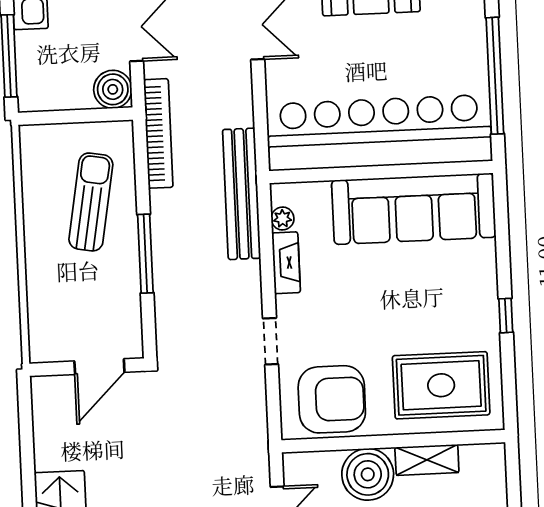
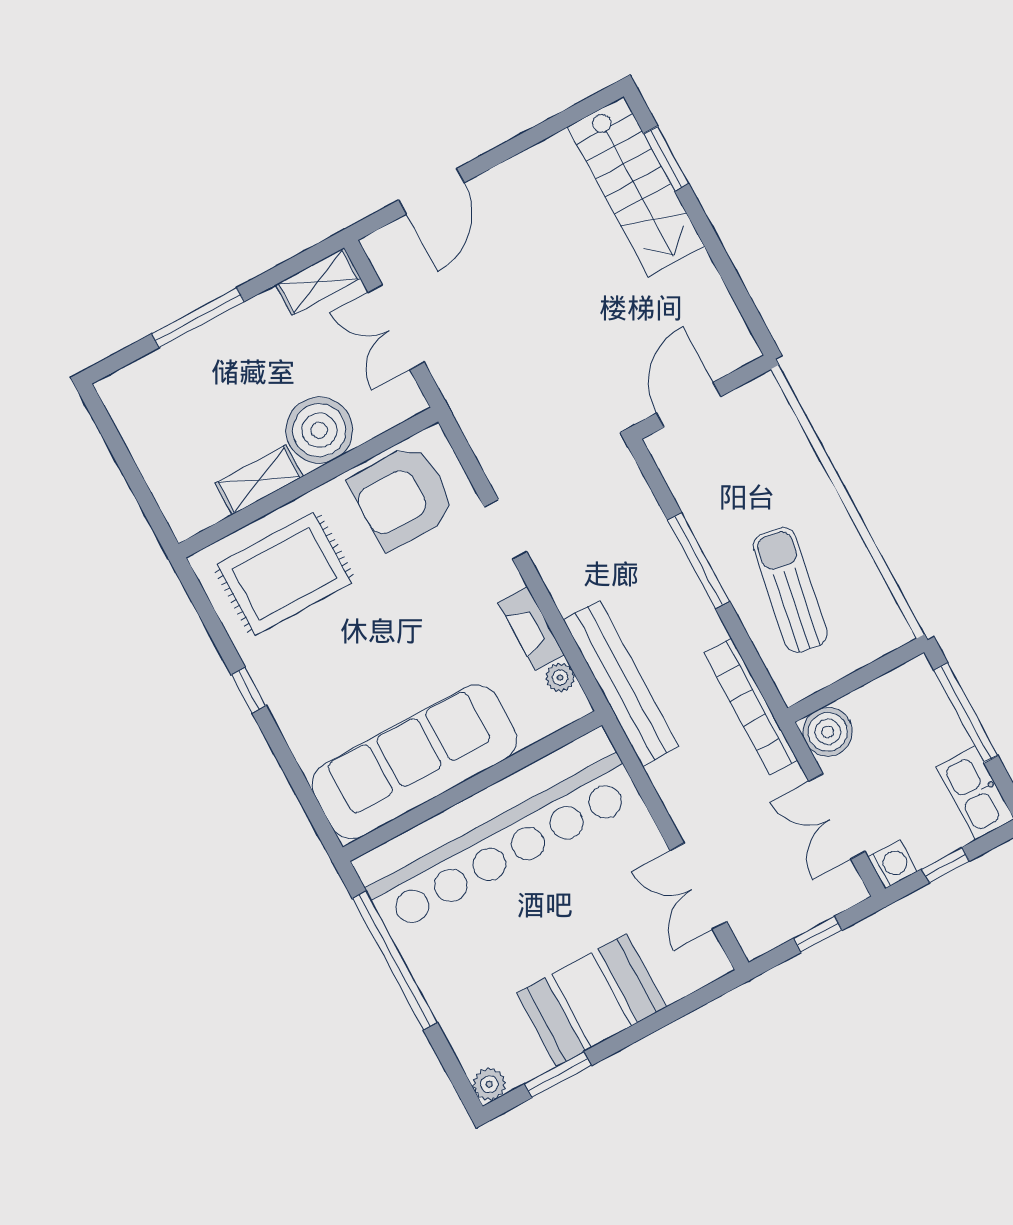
sun lounger: (91, 202) -> (790, 590), turned 180

